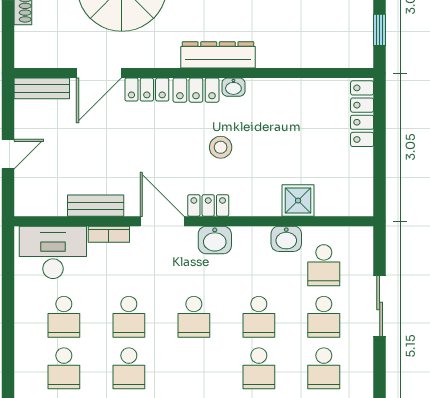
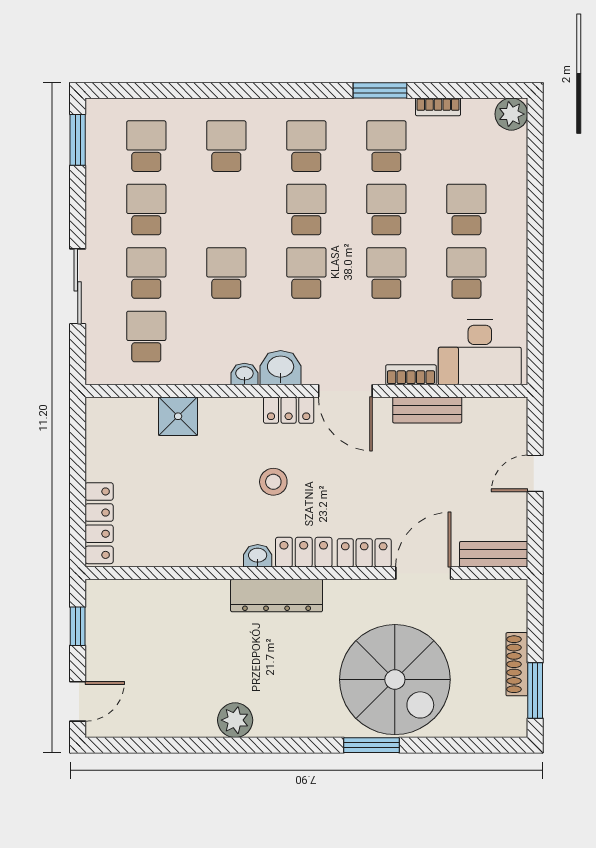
washbasin: (286, 239) -> (244, 374), moved, width x0.72, depth x0.69
school desk: (259, 368) -> (306, 210), moved

